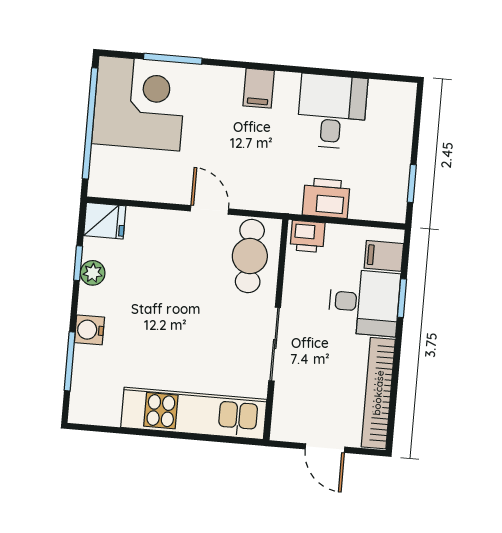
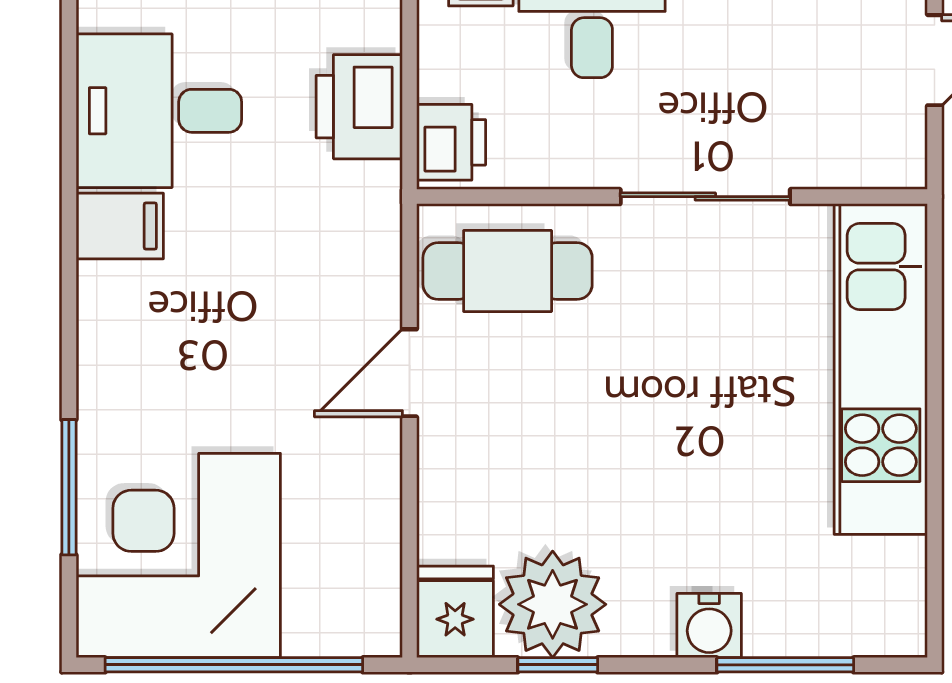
filing cabinet: (259, 88) -> (120, 226), moved
plant: (93, 273) -> (553, 604), width x1.87, depth x1.87

